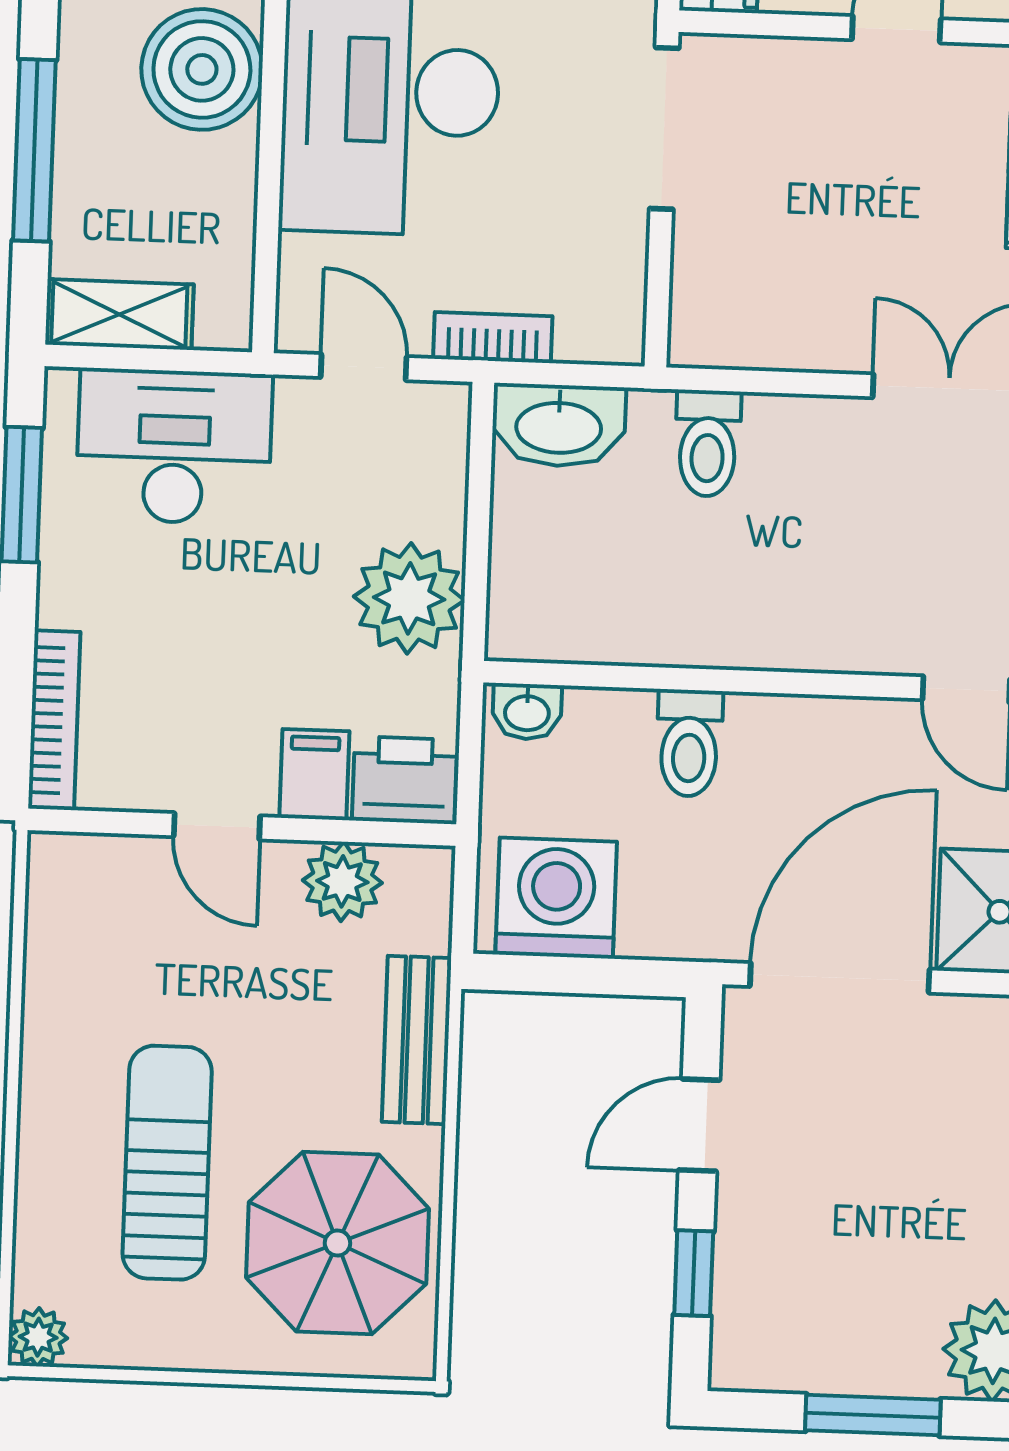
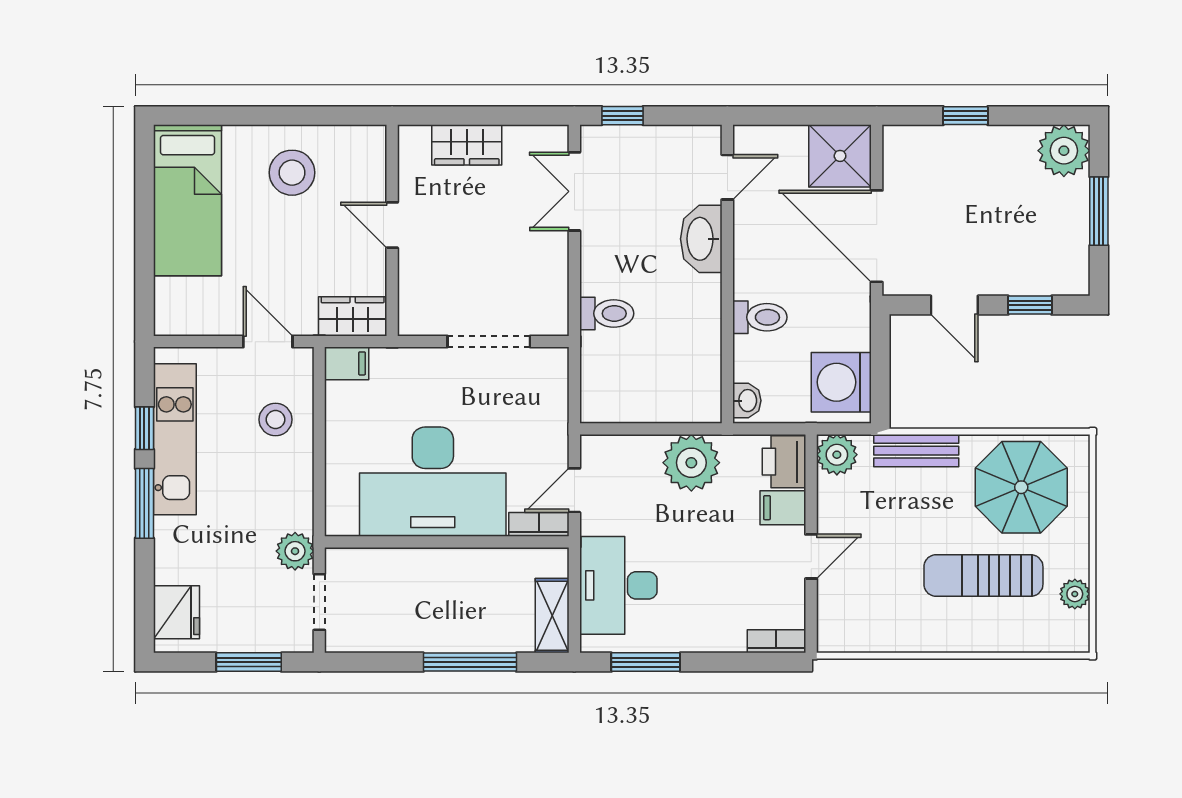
boiler: (202, 69) -> (426, 578), removed
doorway: (664, 128) -> (489, 342), moved
bookcase: (493, 338) -> (539, 524), moved, turned 90
washbasin: (559, 425) -> (701, 239), moved, turned 180
bookcase: (54, 720) -> (776, 641), width x0.64
plant: (342, 881) -> (837, 455), moved
plant: (38, 1337) -> (1075, 594), moved

